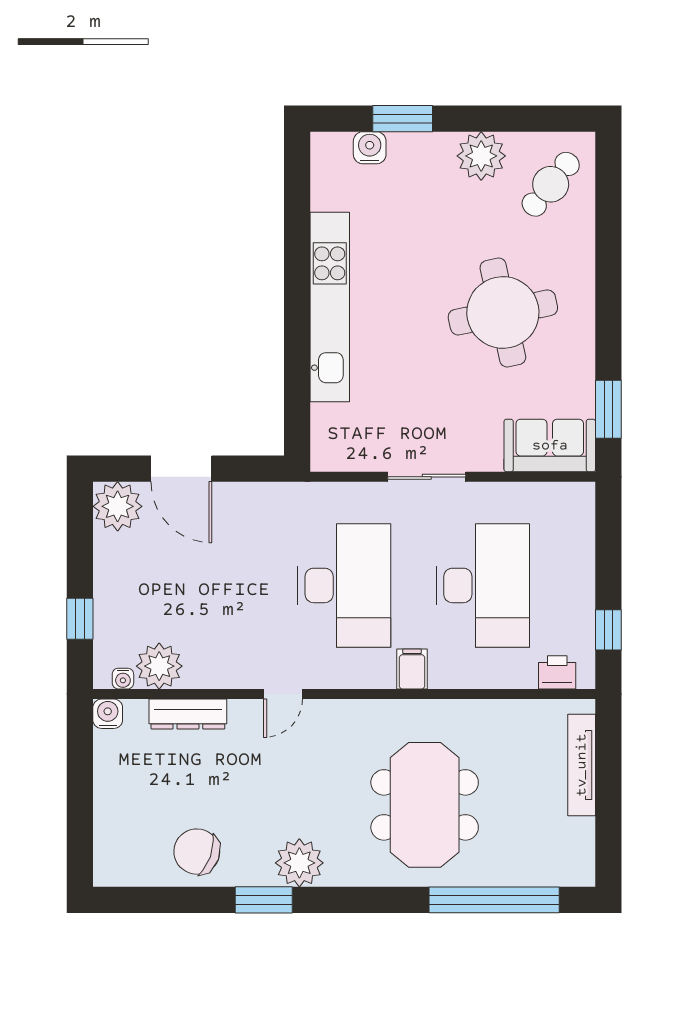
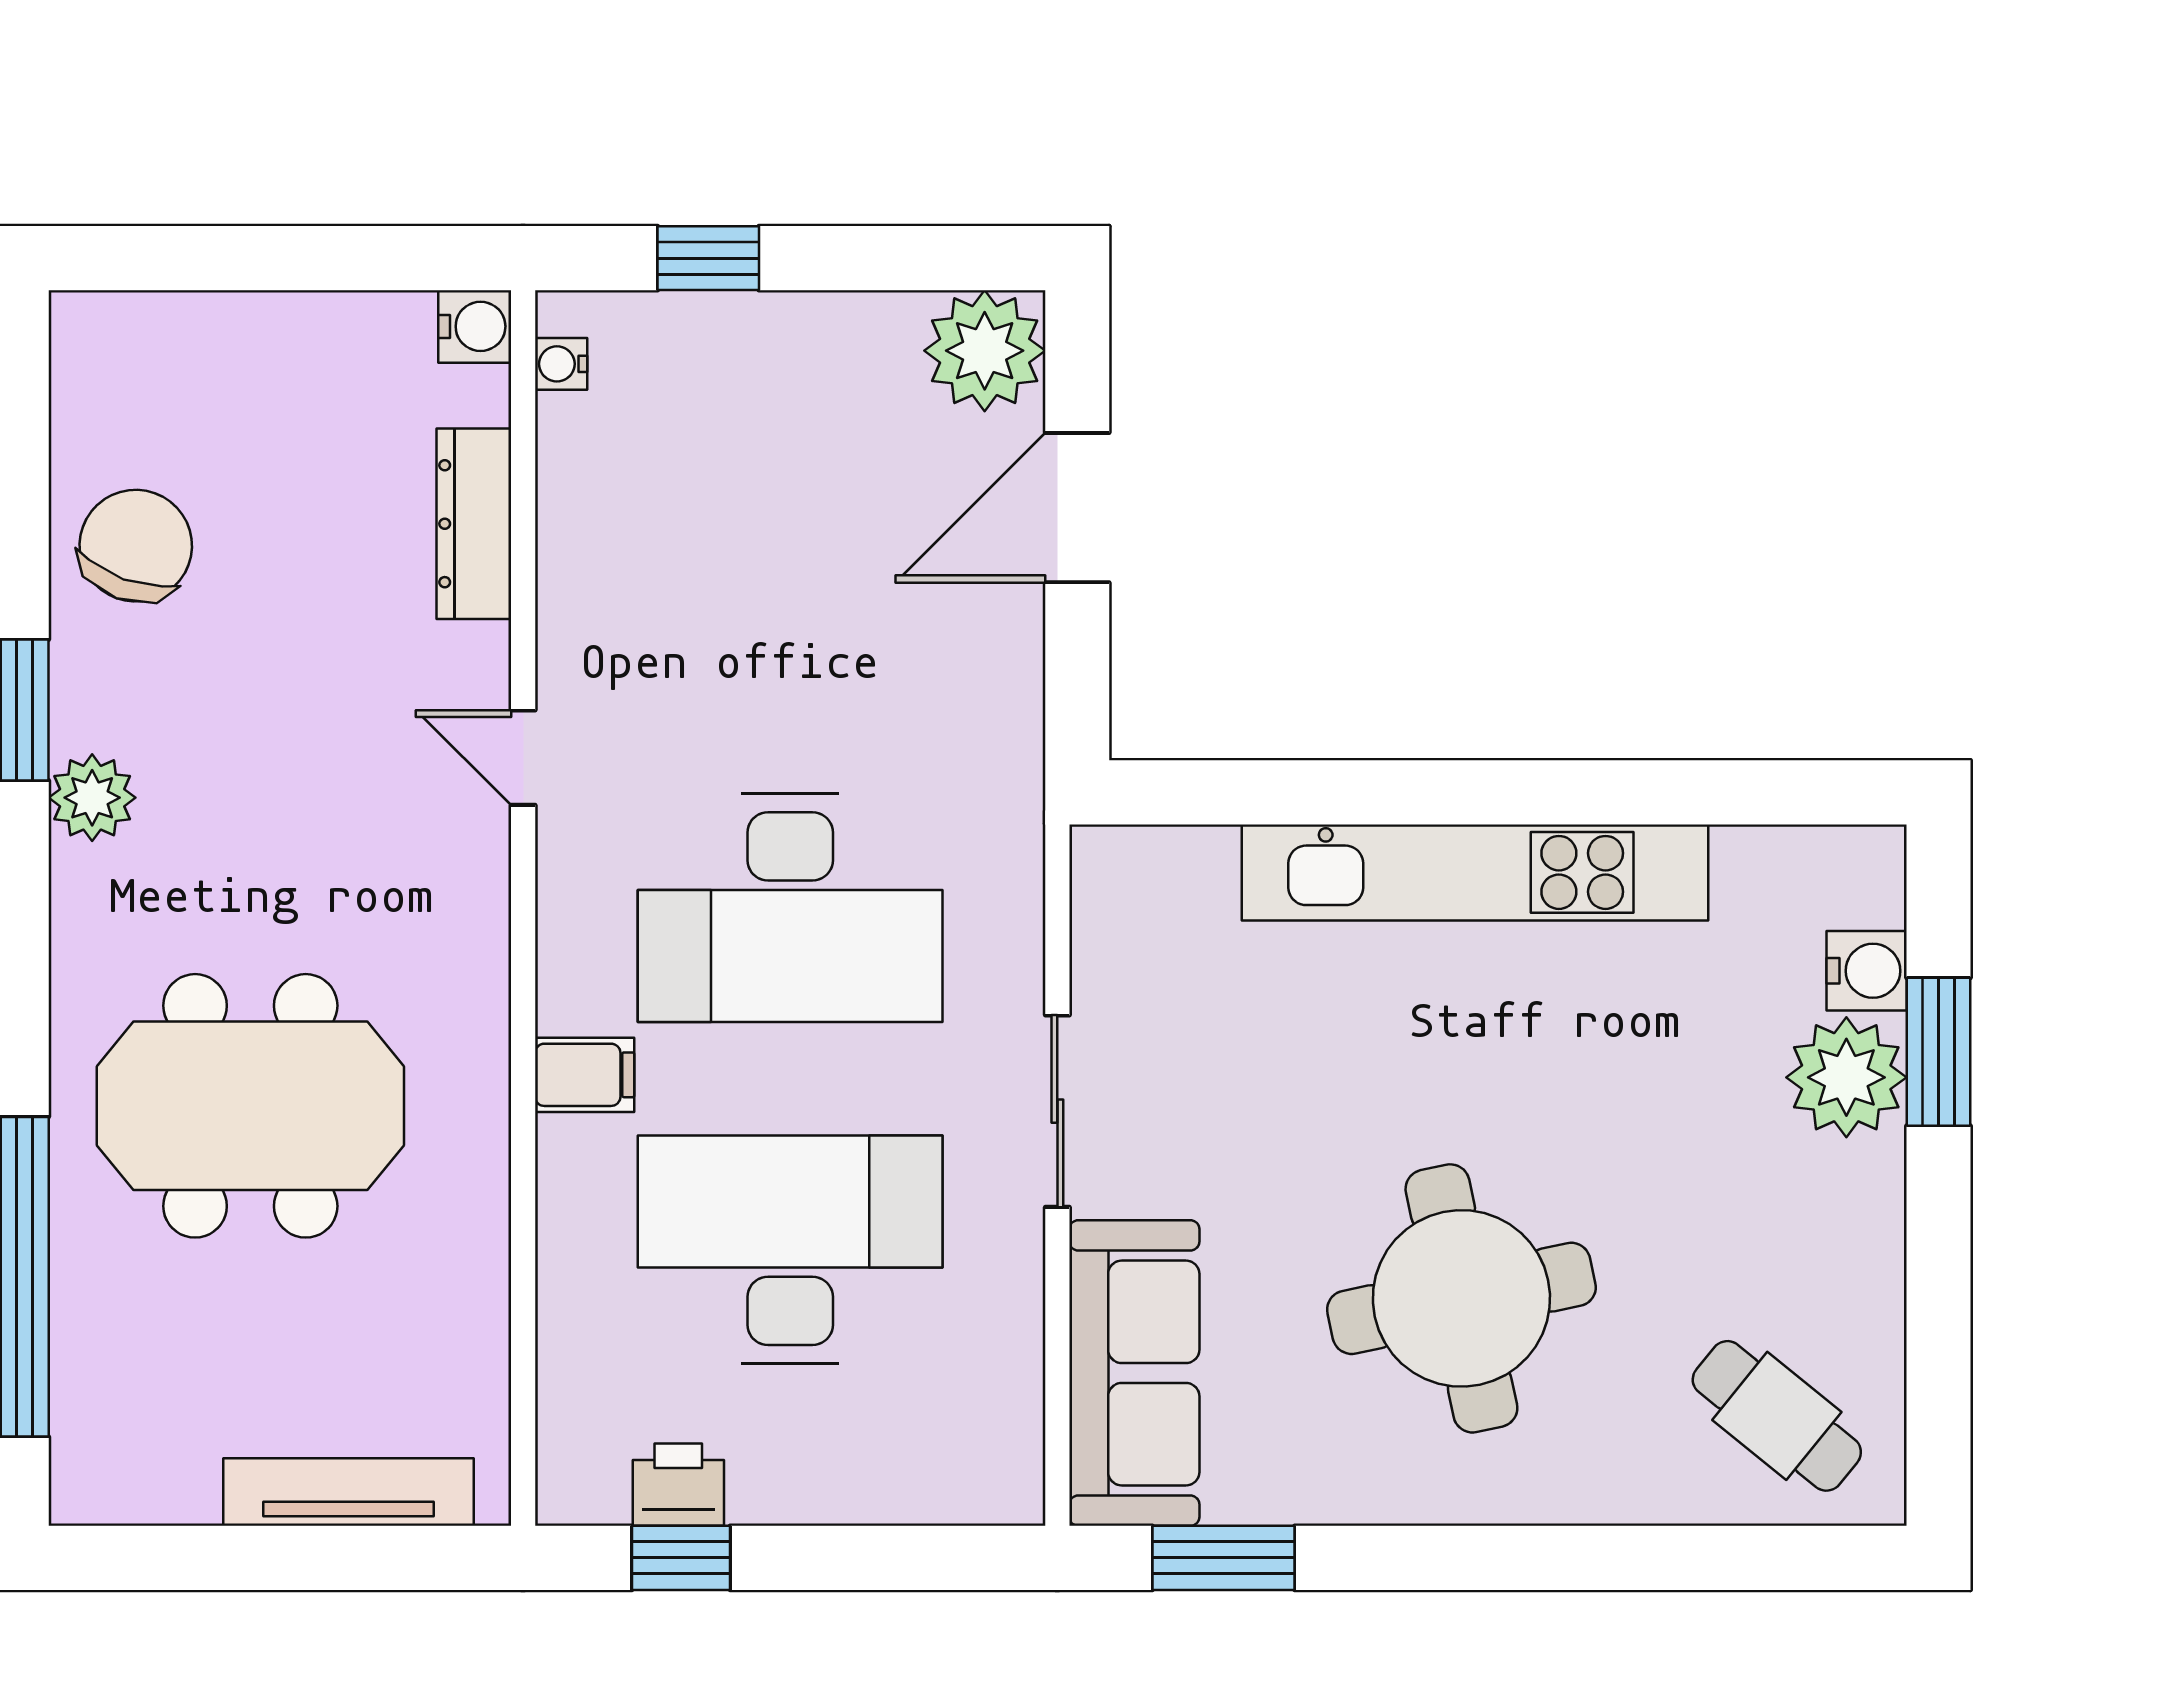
plant: (481, 156) -> (1846, 1077), moved
sofa: (550, 446) -> (1134, 1373), width x1.36
desk: (483, 585) -> (790, 1249), turned 180
plant: (159, 666) -> (592, 453), removed
printer: (557, 672) -> (678, 1485), moved, turned -90
plant: (299, 863) -> (92, 798), width x0.73, depth x0.73

